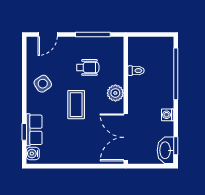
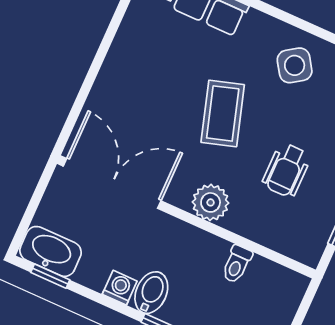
bidet: (164, 101) -> (151, 293), added
coffee table: (76, 105) -> (223, 113), turned 73

